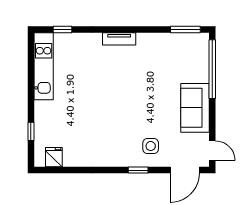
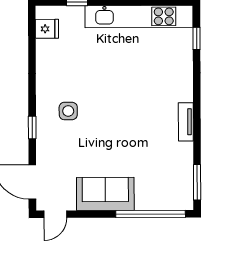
tv unit: (119, 39) -> (186, 122), moved
kitchen unit: (44, 66) -> (139, 16), width x1.36
side table: (151, 146) -> (68, 111), moved

